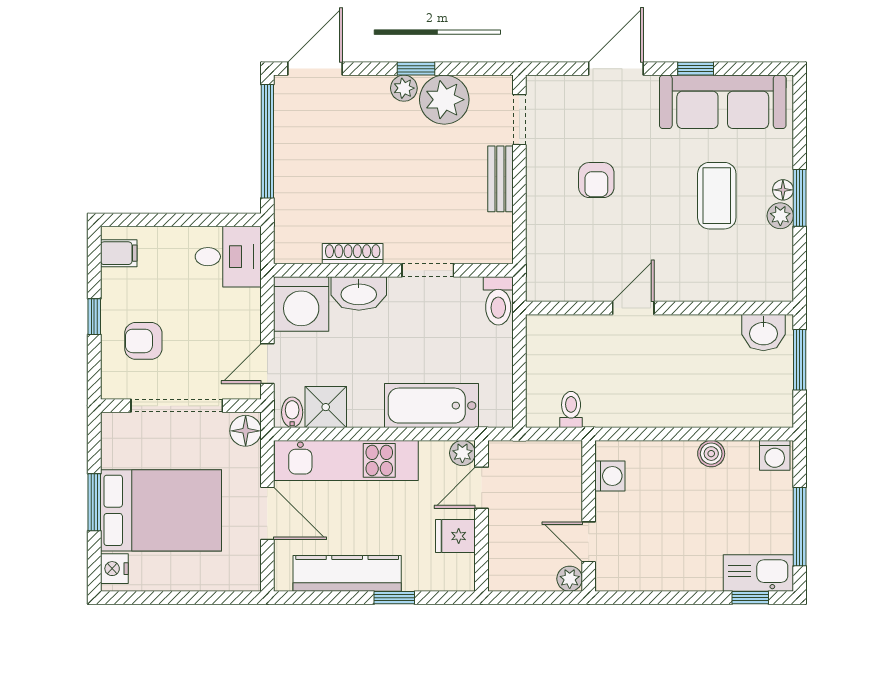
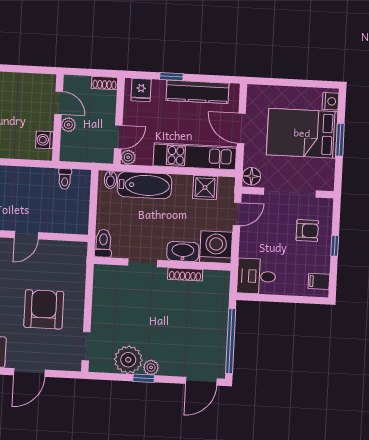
bench: (500, 179) -> (98, 313), removed
armchair: (596, 180) -> (44, 309), width x1.88, depth x1.88
bidet: (292, 412) -> (111, 180), moved
fridge: (455, 536) -> (141, 90), moved, turned 90
plant: (570, 579) -> (68, 125), moved
shoe rack: (510, 581) -> (105, 83), added

